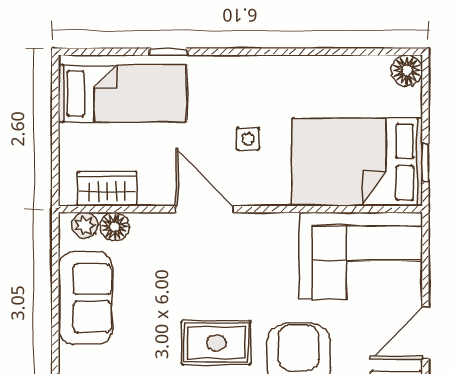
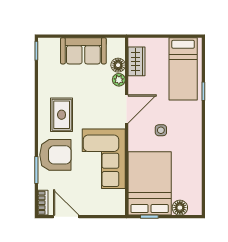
floor lamp: (407, 70) -> (180, 208), moved
plant: (85, 225) -> (119, 80), moved
corner sofa: (361, 256) -> (104, 159), moved

